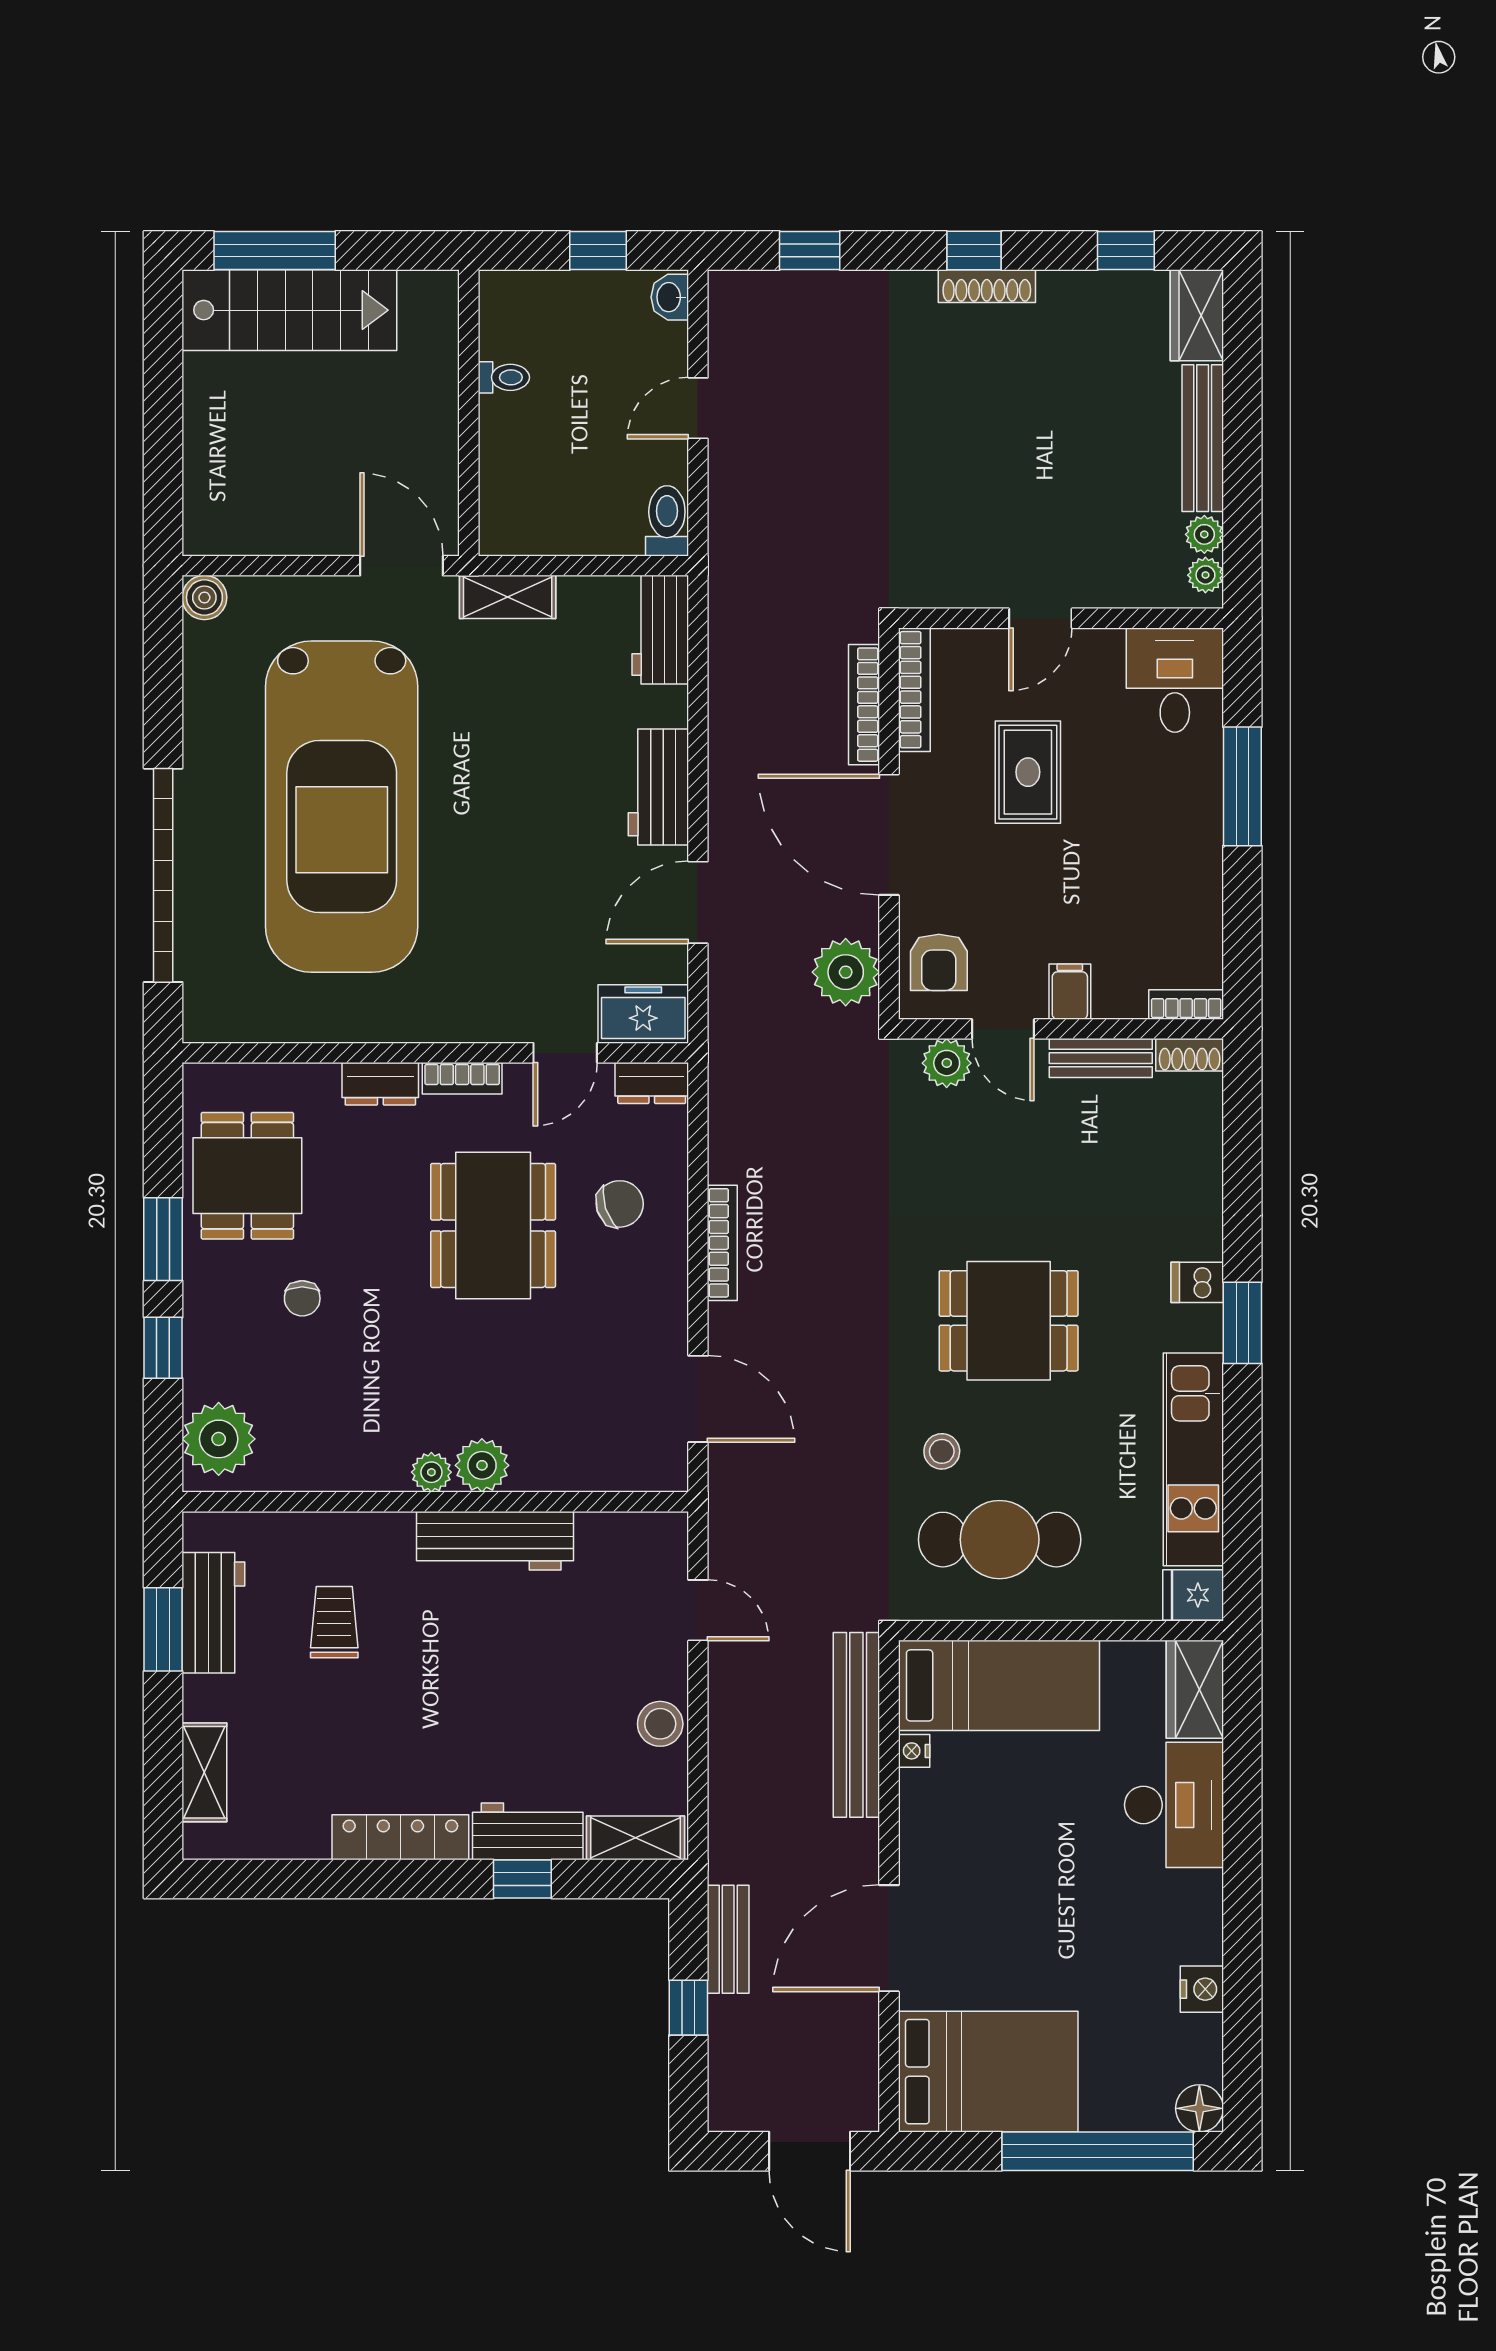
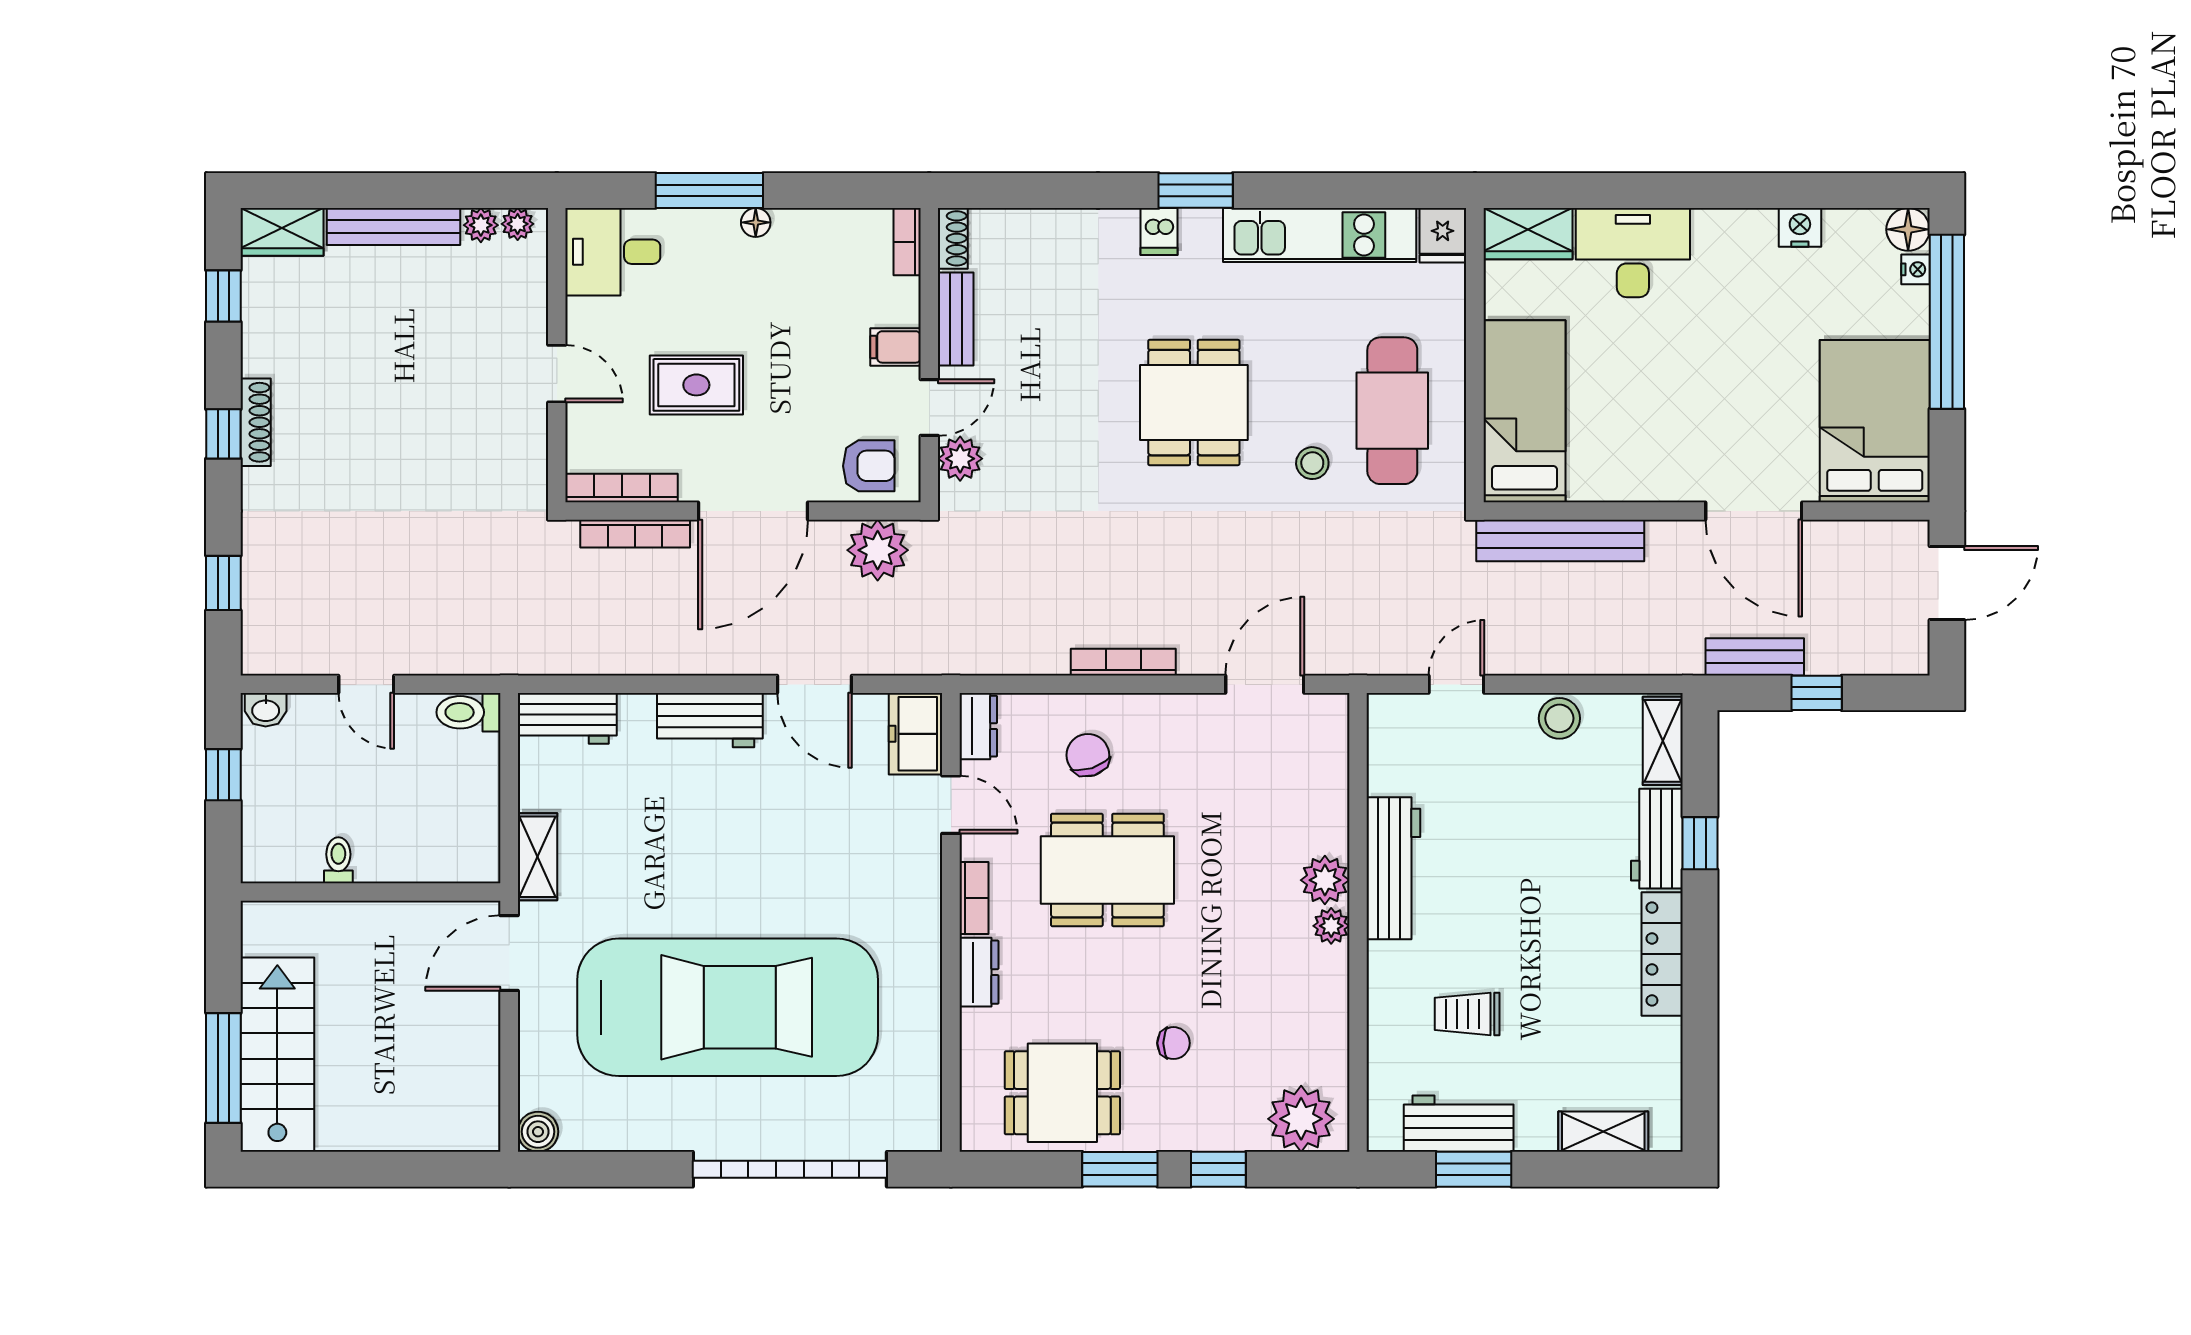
floor lamp: (1207, 838) -> (756, 222), added
nightstand: (914, 1751) -> (1915, 269), moved, turned -90

